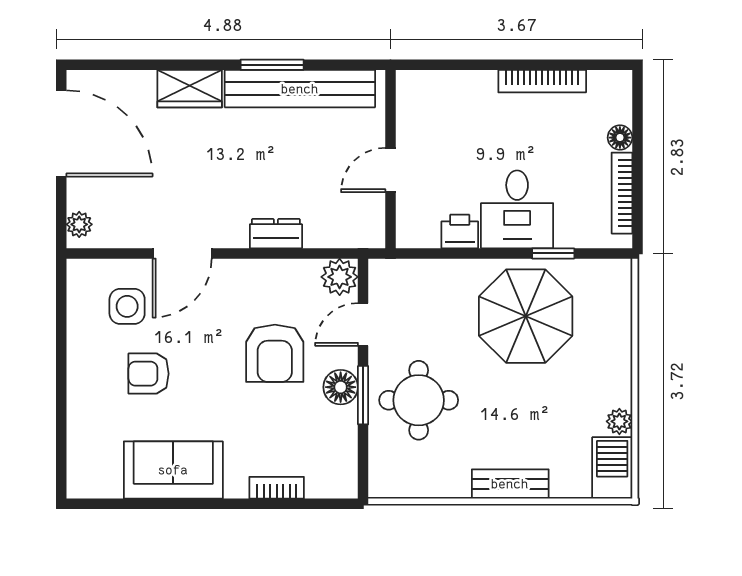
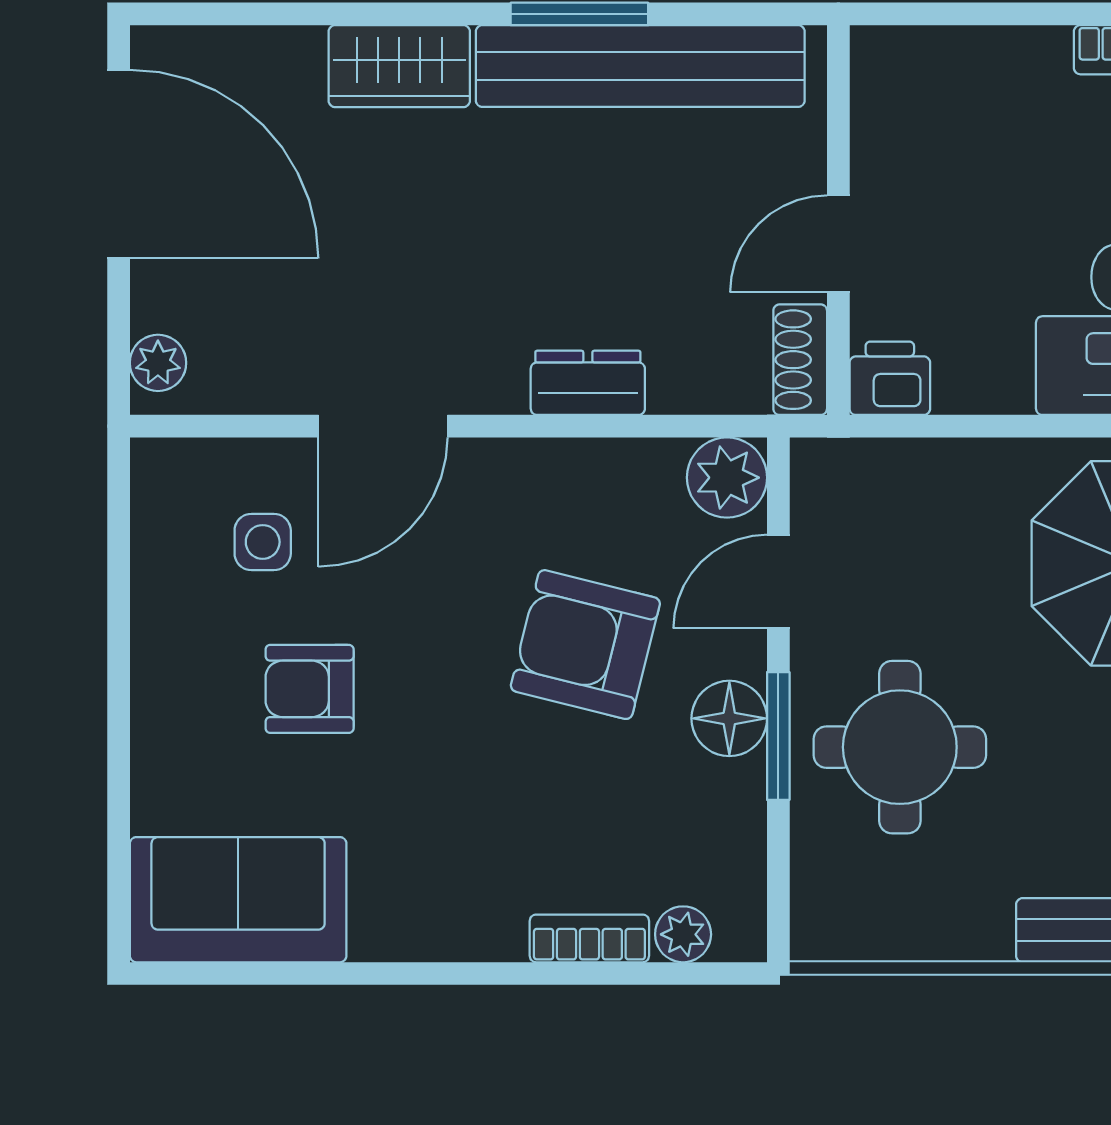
shoe rack: (373, 223) -> (800, 360), added
printer: (460, 232) -> (890, 378), moved
side table: (127, 306) -> (263, 542), width x0.73, depth x0.73
armchair: (275, 353) -> (585, 645), turned 104
sofa: (173, 470) -> (238, 900), moved
plant: (319, 486) -> (683, 934), added

